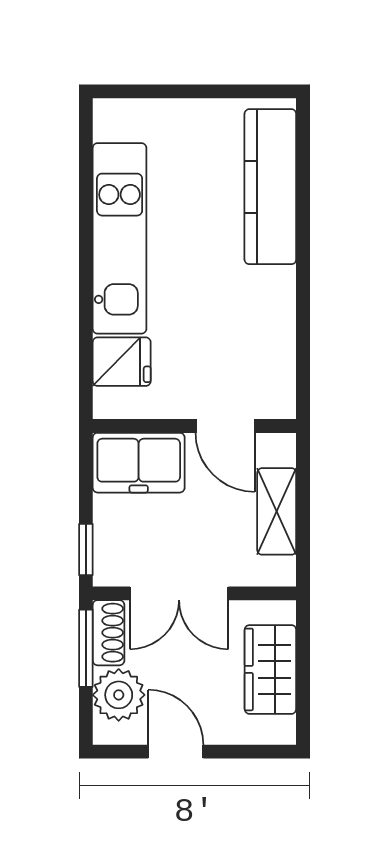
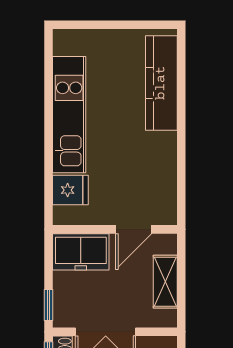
door: (225, 426) -> (134, 229), hinge flipped

